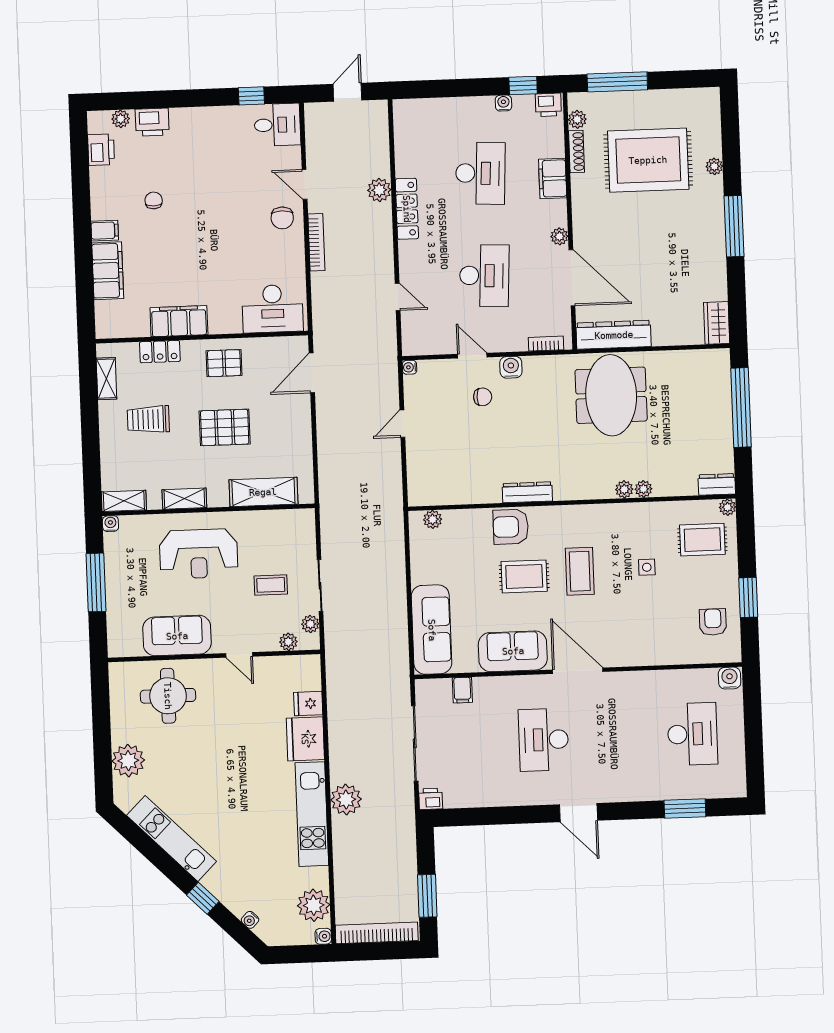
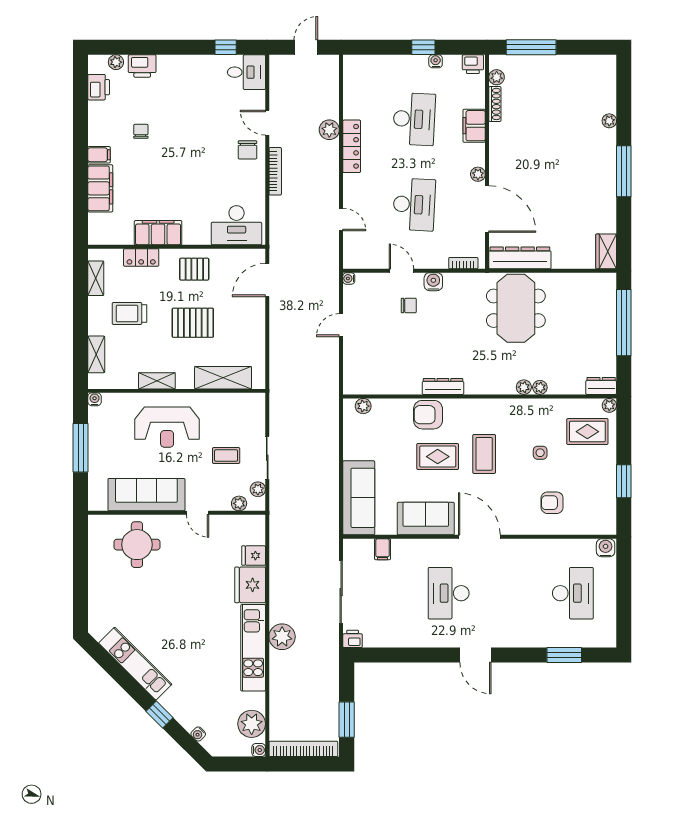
window: (523, 85) -> (423, 47), moved
rug: (648, 160) -> (554, 113), removed
shelving: (124, 501) -> (96, 354), moved, turned 90
armchair: (713, 622) -> (552, 503), moved, turned -90
sofa: (177, 636) -> (146, 495), width x1.36
plant: (128, 761) -> (102, 597), removed

